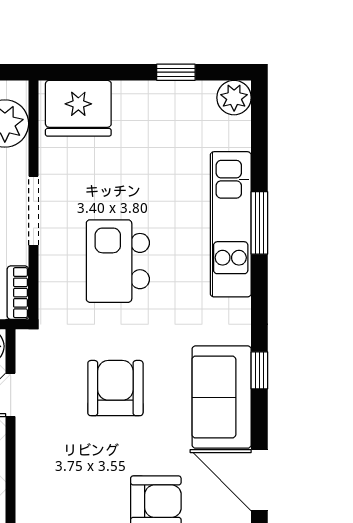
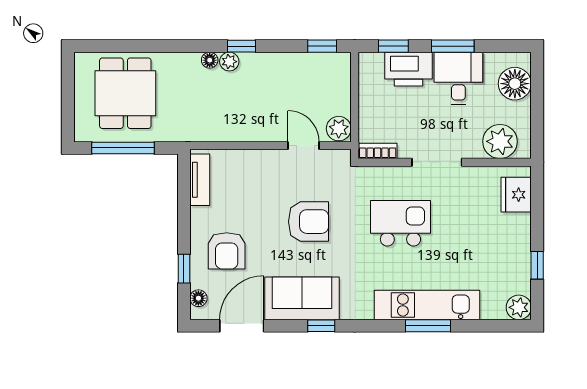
fridge: (78, 108) -> (516, 195), width x0.73, depth x0.75

